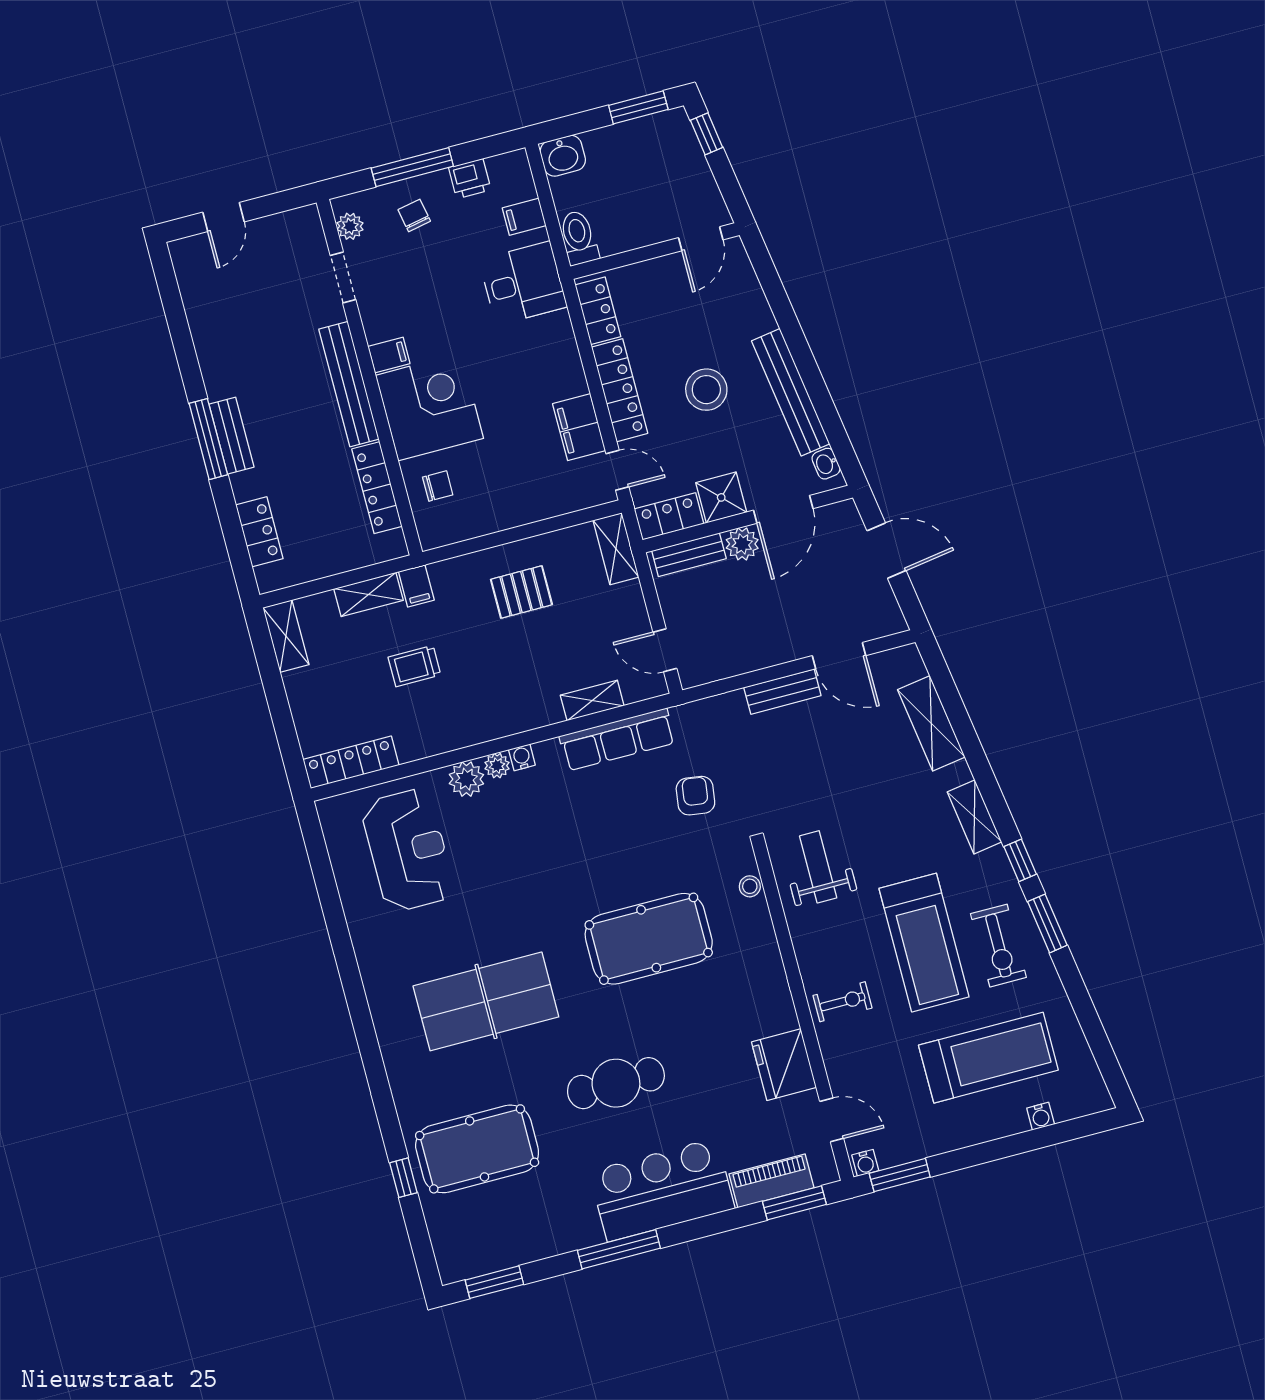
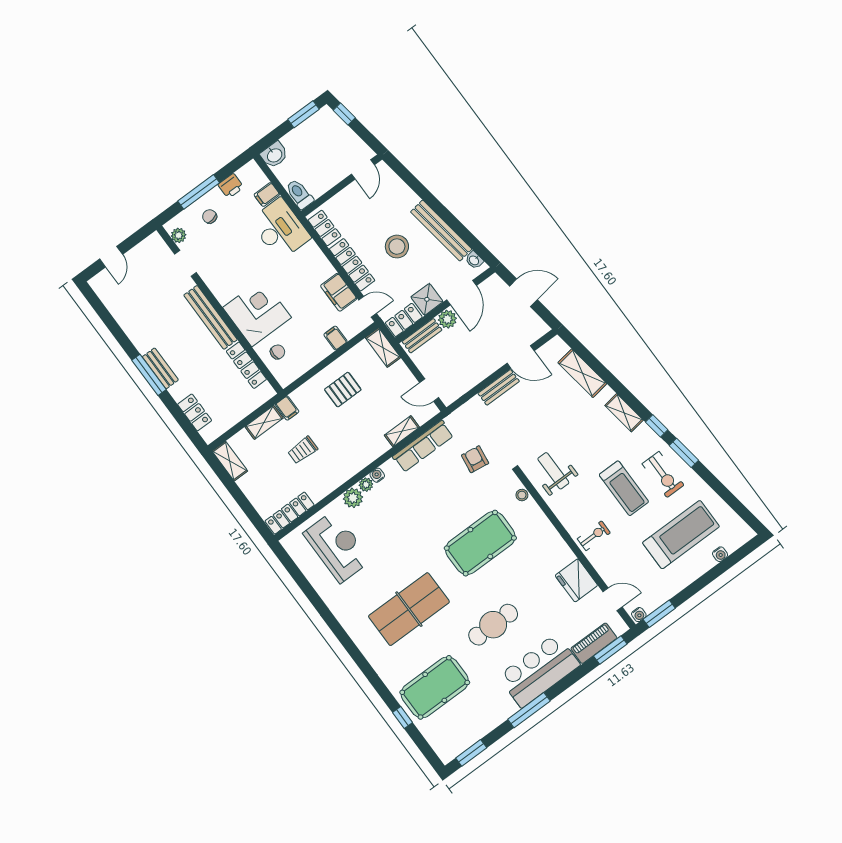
desk: (523, 283) -> (280, 229), width x1.37
filing cabinet: (389, 355) -> (335, 338), moved, turned -90
treadmill: (924, 943) -> (624, 488), width x0.73, depth x0.73

